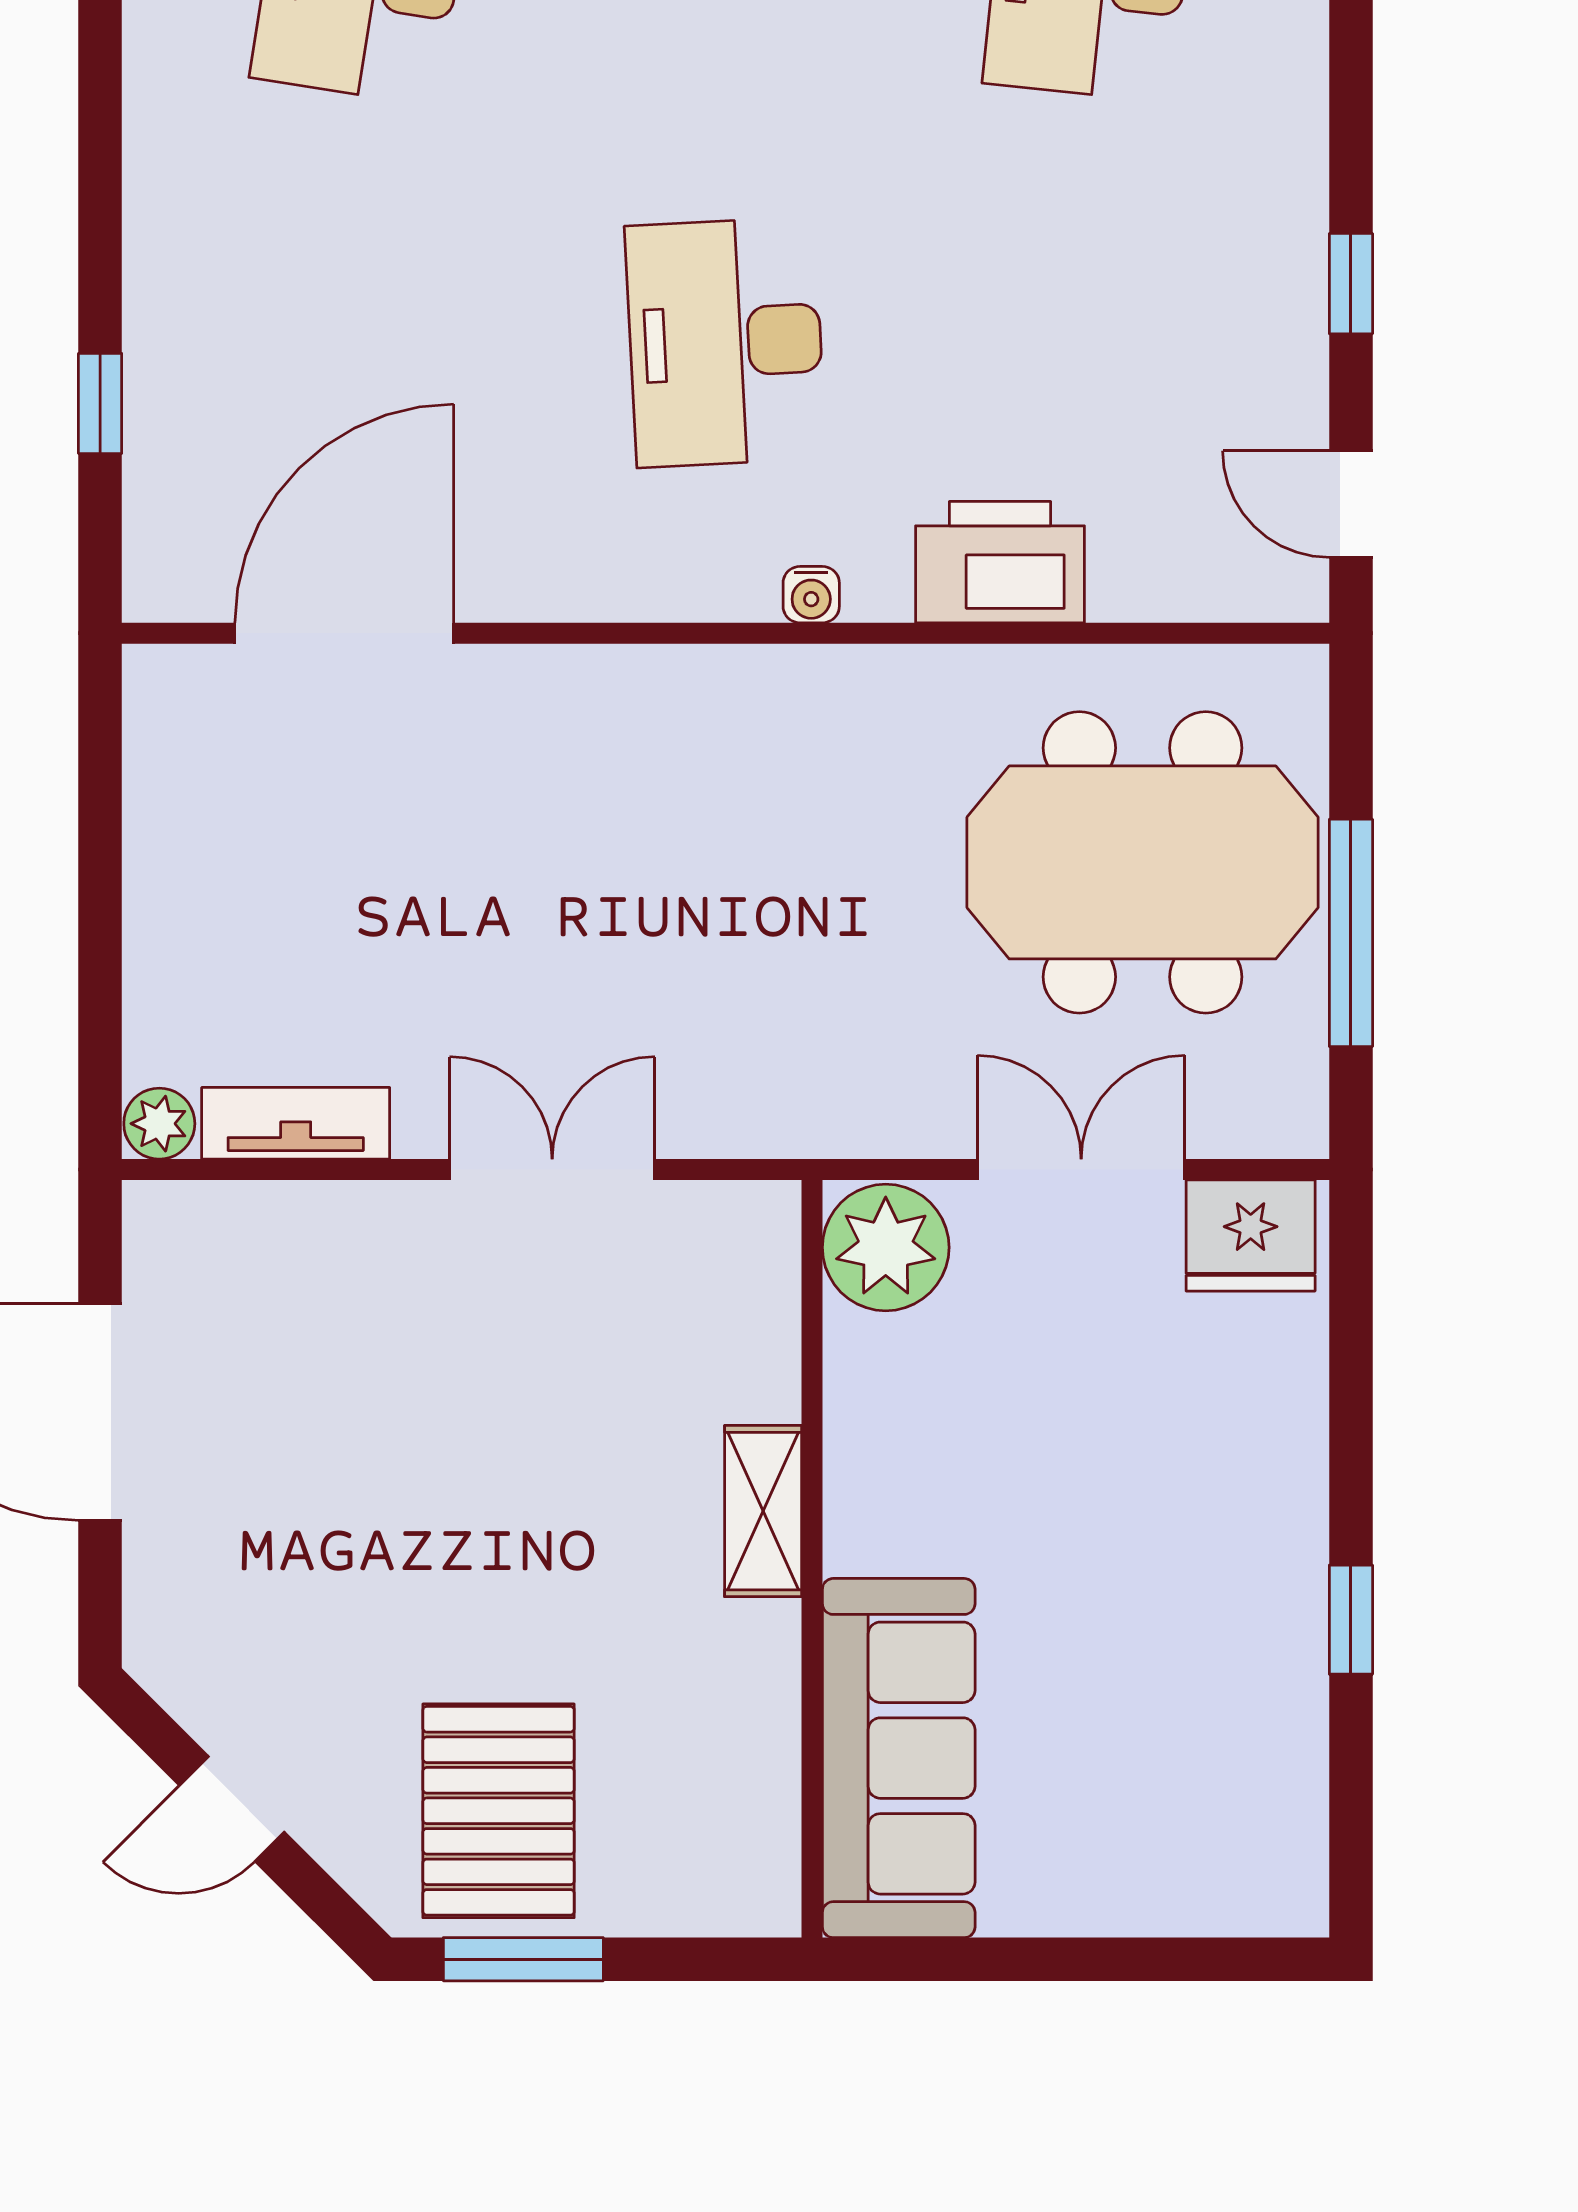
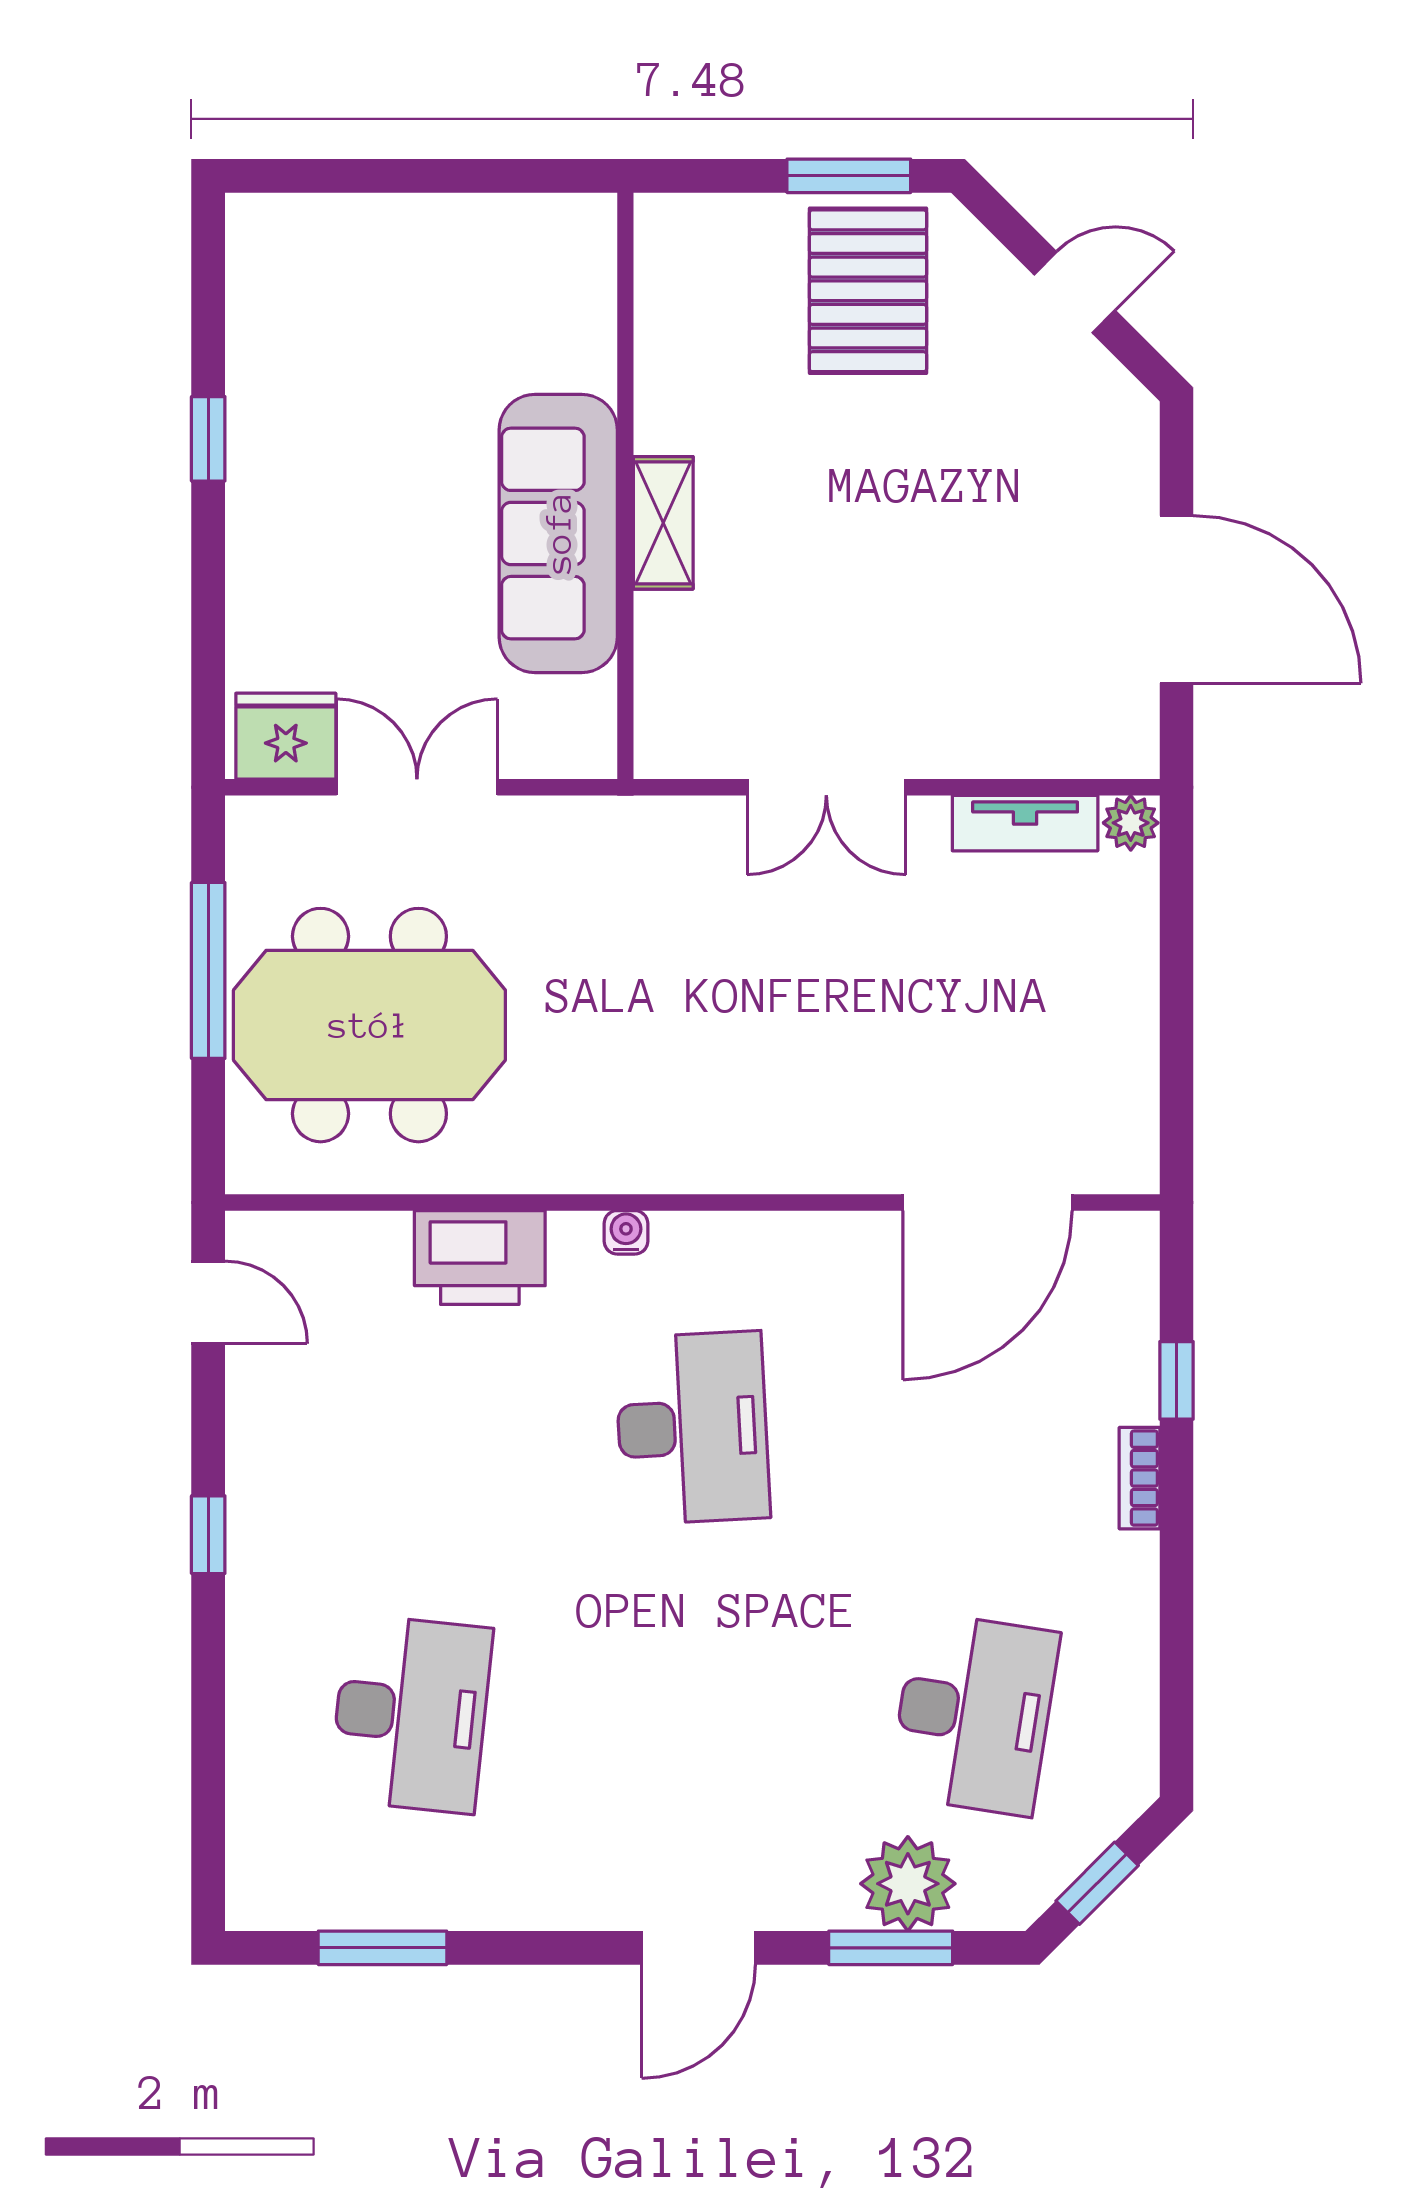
bookcase: (148, 277) -> (1139, 1478), added
window: (1351, 284) -> (208, 1535), moved
double door: (1081, 1170) -> (417, 787), swing flipped
plant: (886, 1247) -> (568, 727), removed
sofa: (899, 1758) -> (558, 533), moved

